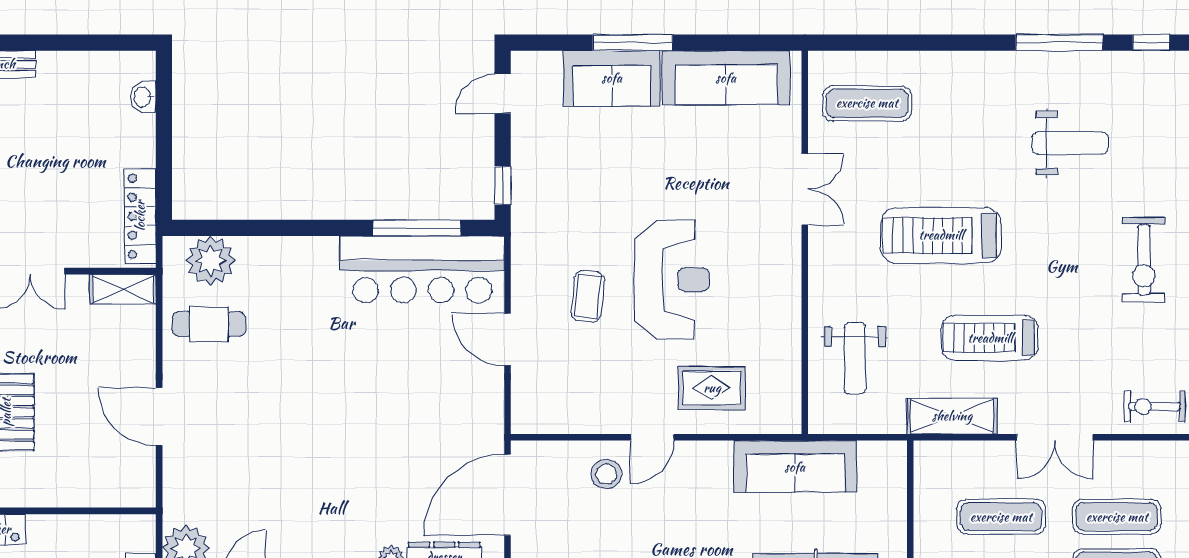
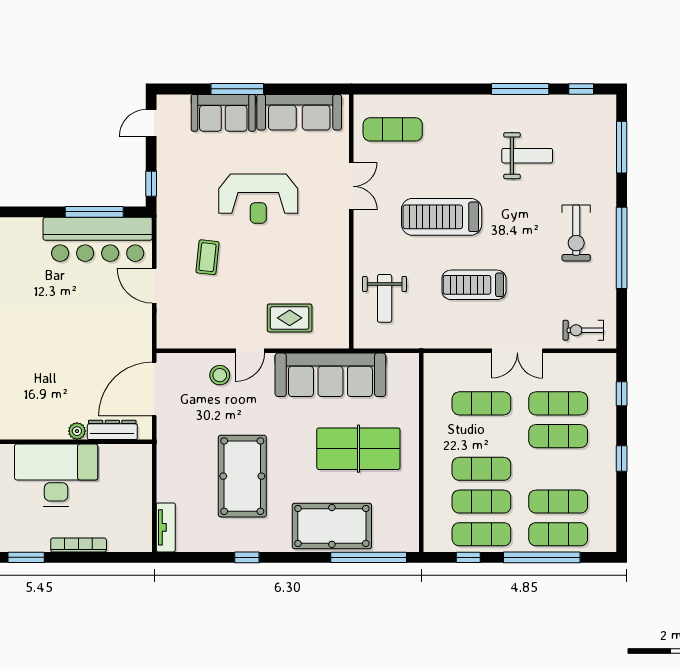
reception desk: (672, 280) -> (258, 199), moved, turned 90
shelving: (952, 416) -> (449, 337), removed
sofa: (795, 467) -> (330, 375), width x1.36, depth x1.27

